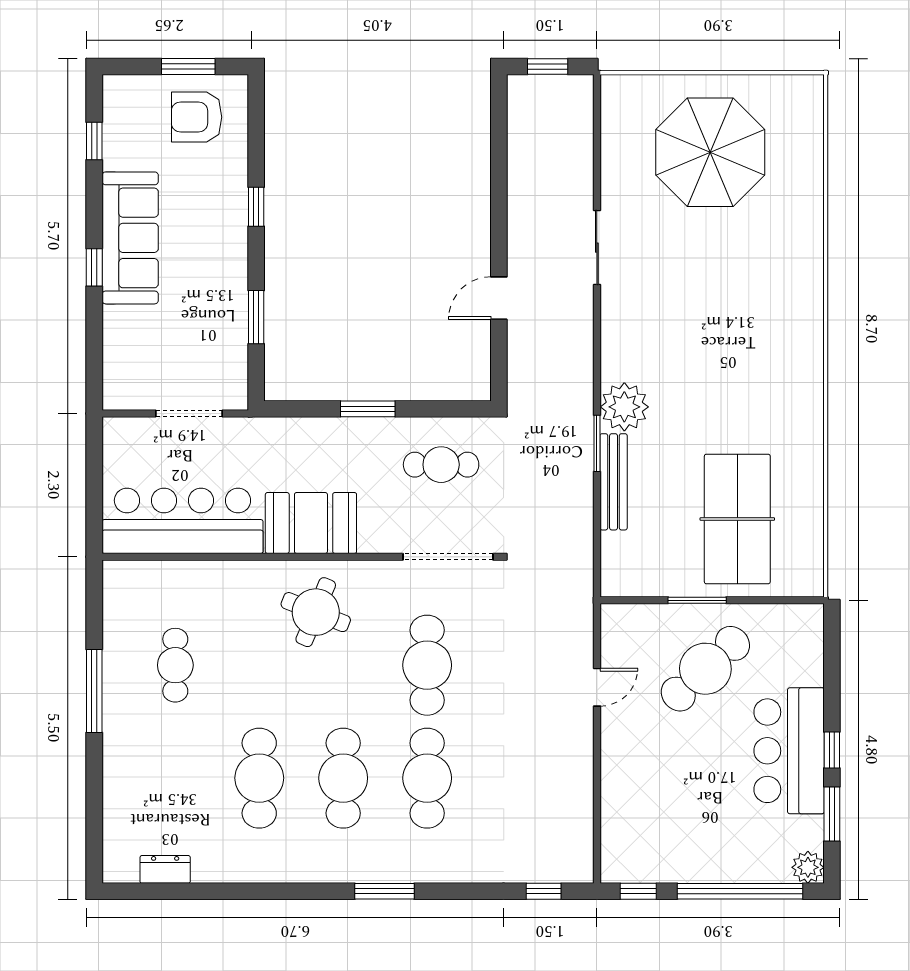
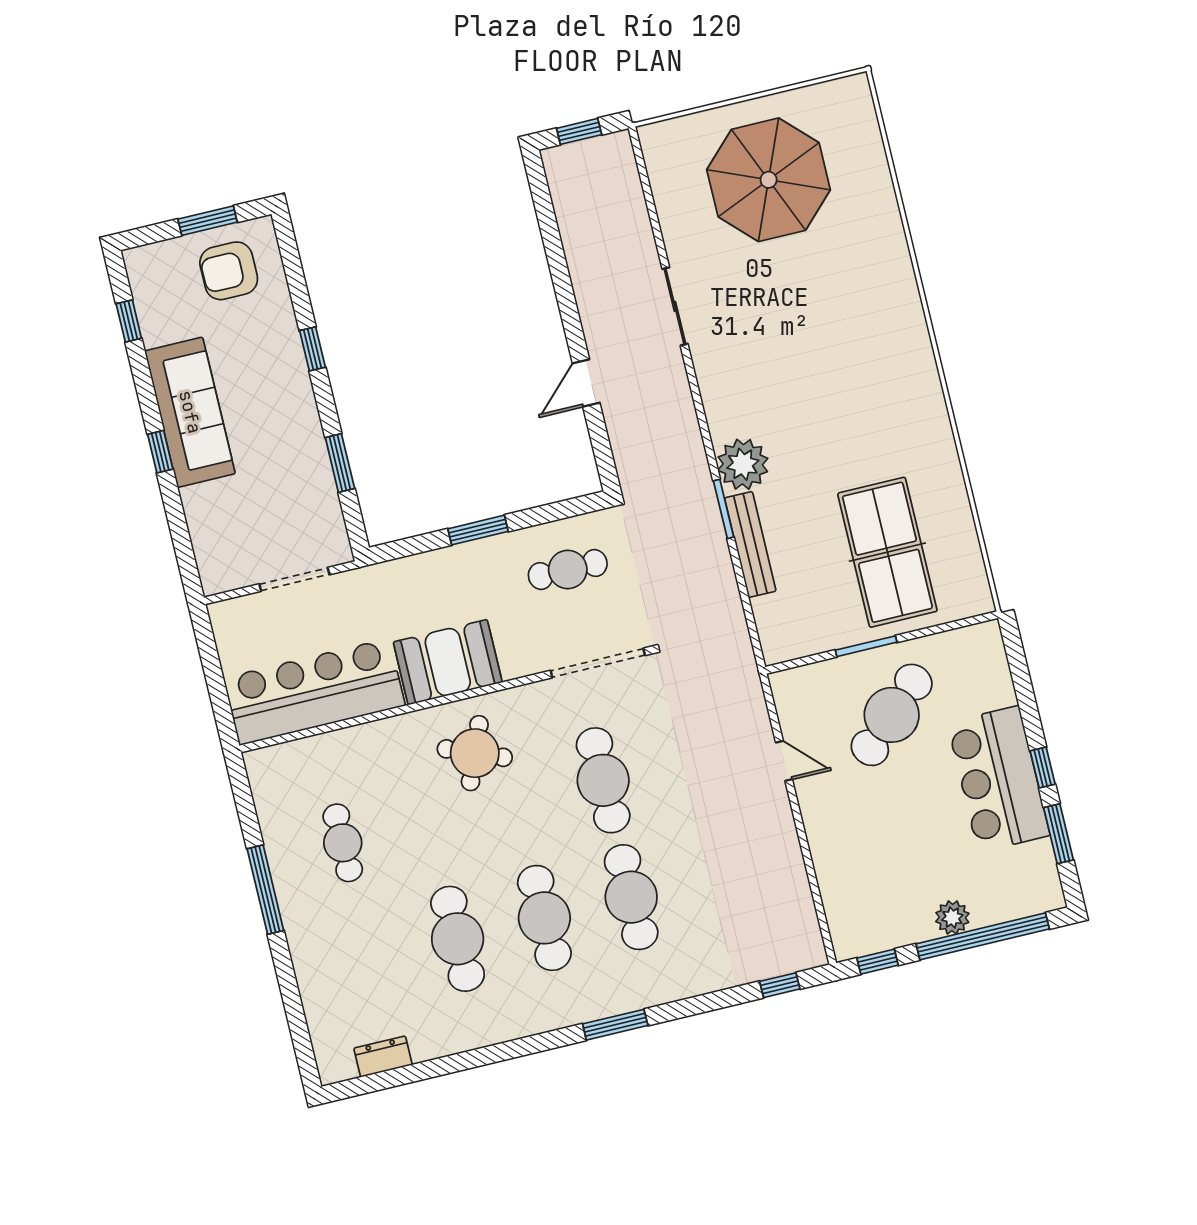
door: (597, 687) -> (784, 761), hinge flipped
plant: (808, 867) -> (952, 917), moved

